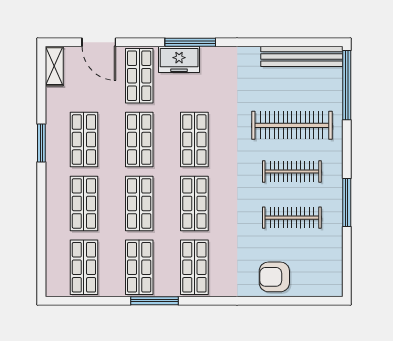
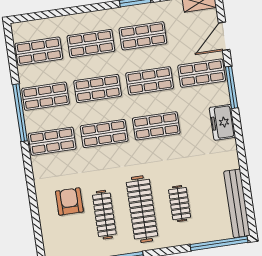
window: (190, 42) -> (232, 87), moved
freezer: (179, 59) -> (222, 122), moved
clothes rail: (292, 125) -> (180, 204), width x0.54, depth x0.76
clothes rail: (292, 171) -> (142, 209), width x1.37, depth x1.31
armchair: (274, 277) -> (69, 201), moved
window: (154, 301) -> (20, 113), width x1.46

